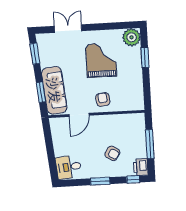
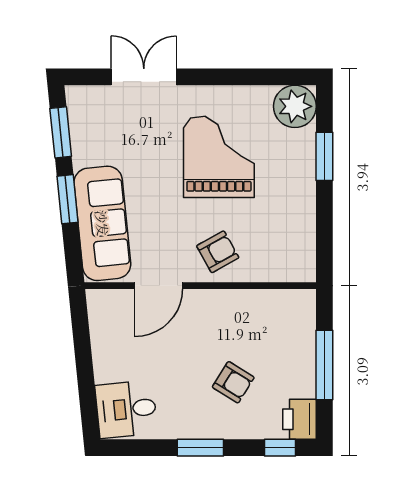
window: (41, 92) -> (67, 199), moved
armchair: (103, 100) -> (218, 252), turned 69

